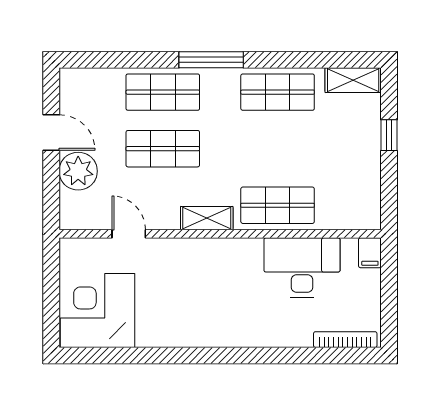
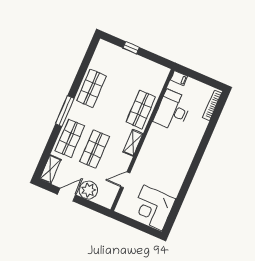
shelving: (353, 80) -> (50, 169), moved

